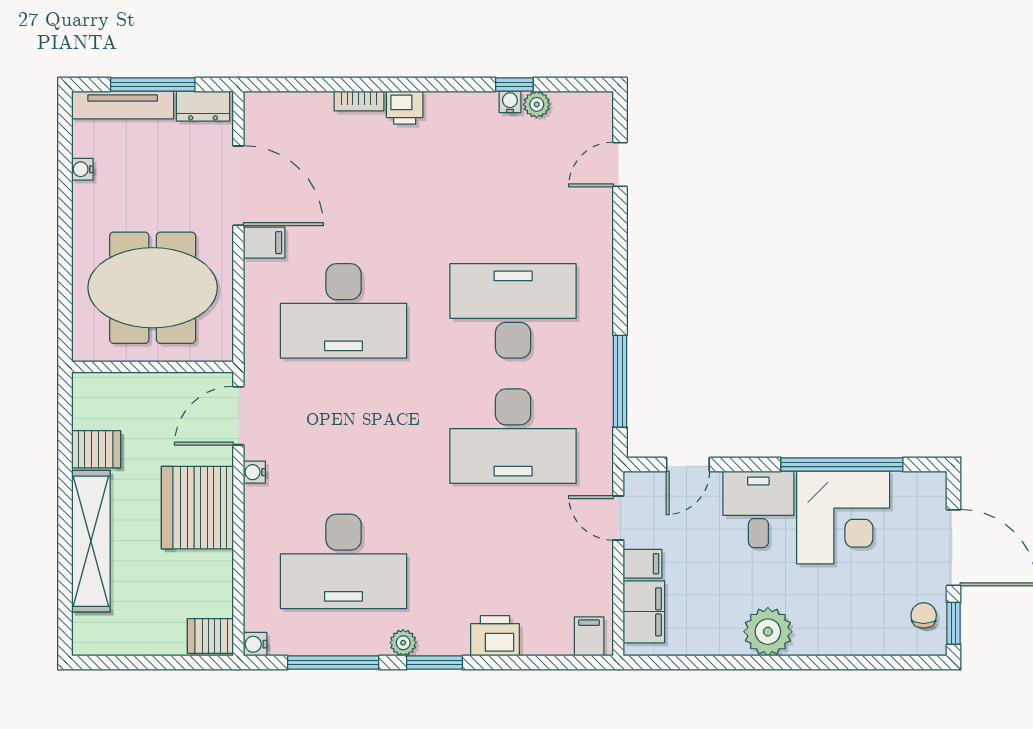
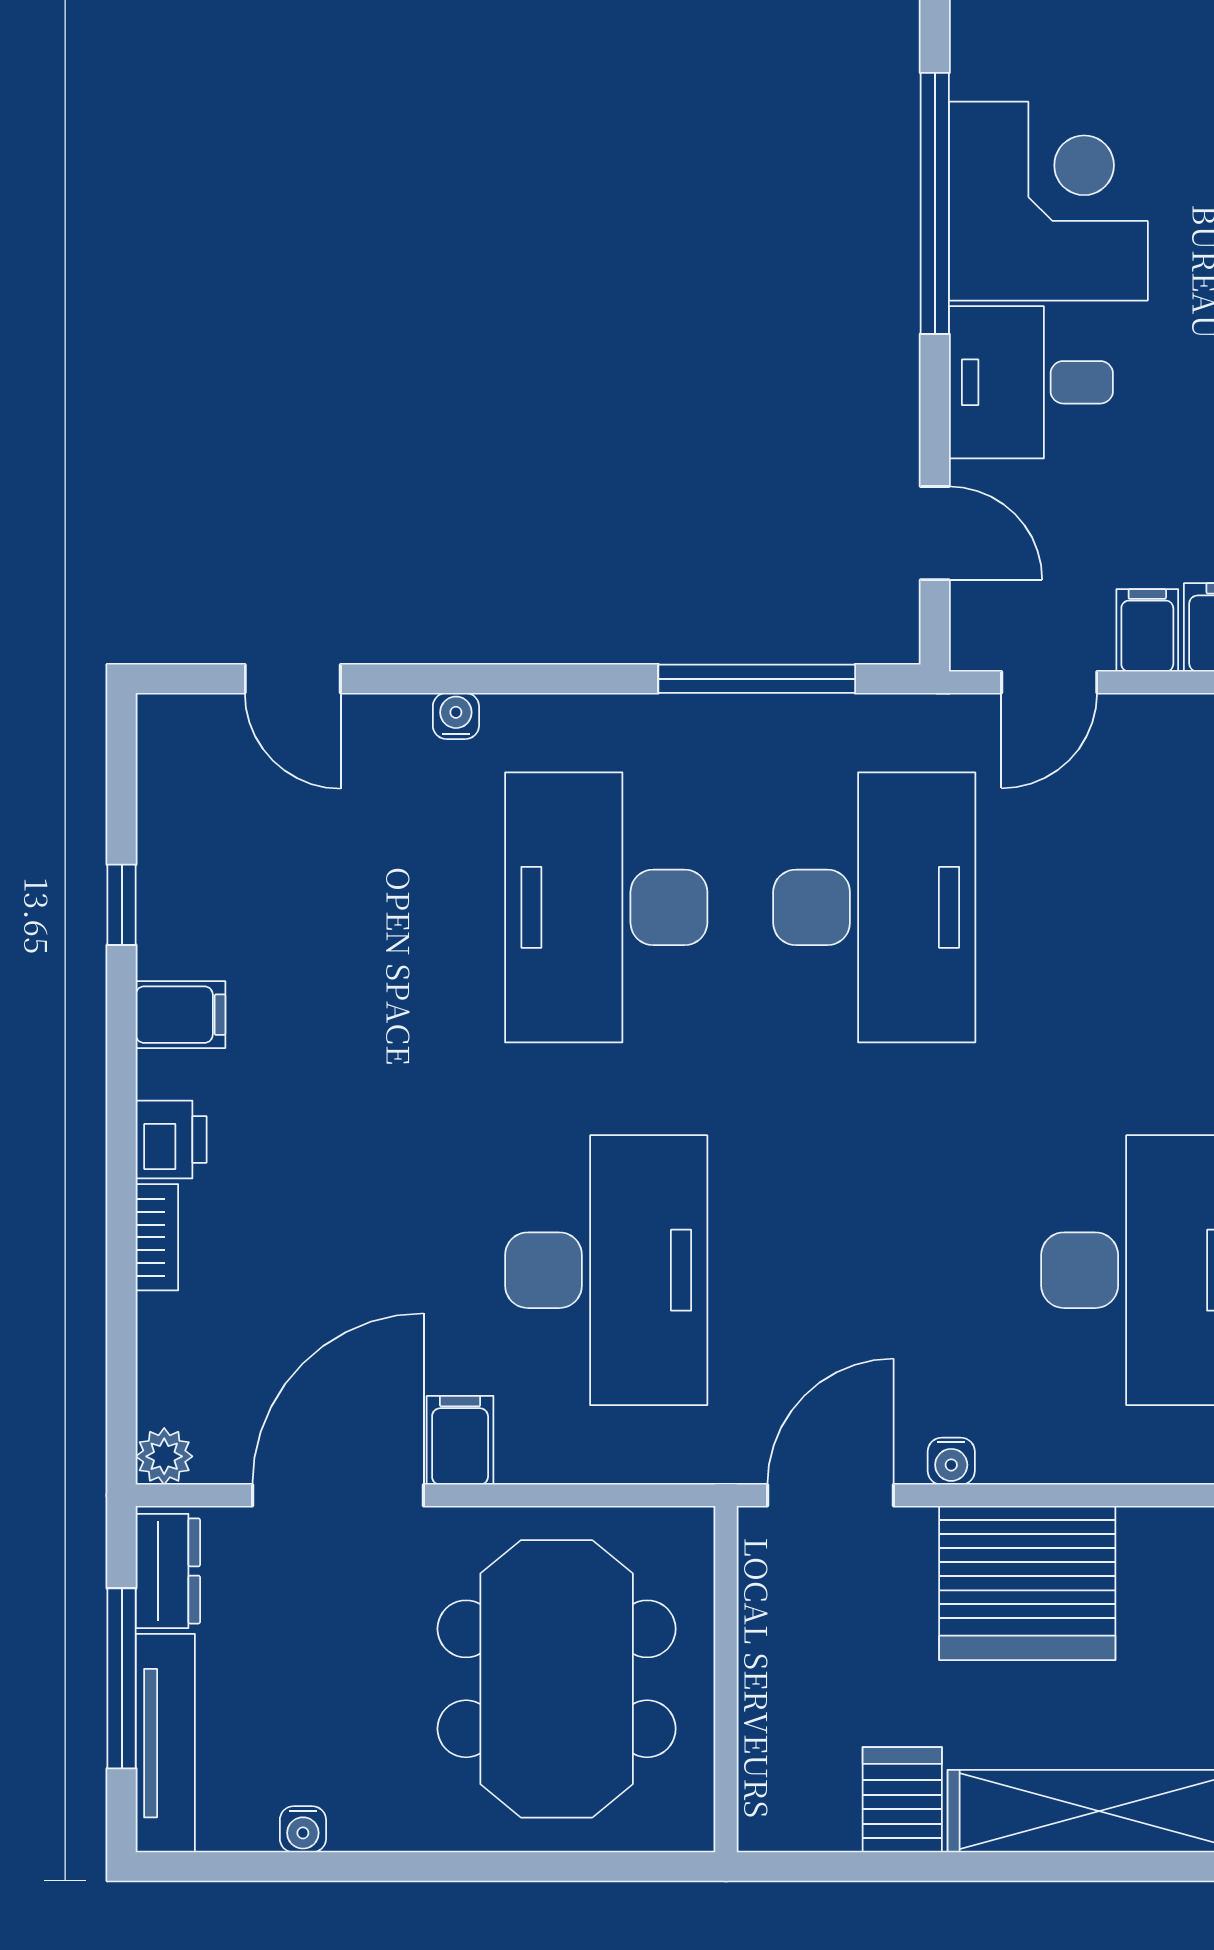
water cooler: (510, 102) -> (456, 716), moved, turned 90
plant: (537, 104) -> (164, 1456), moved
filing cabinet: (463, 112) -> (181, 1015), added
door: (238, 416) -> (830, 1495), swing flipped

